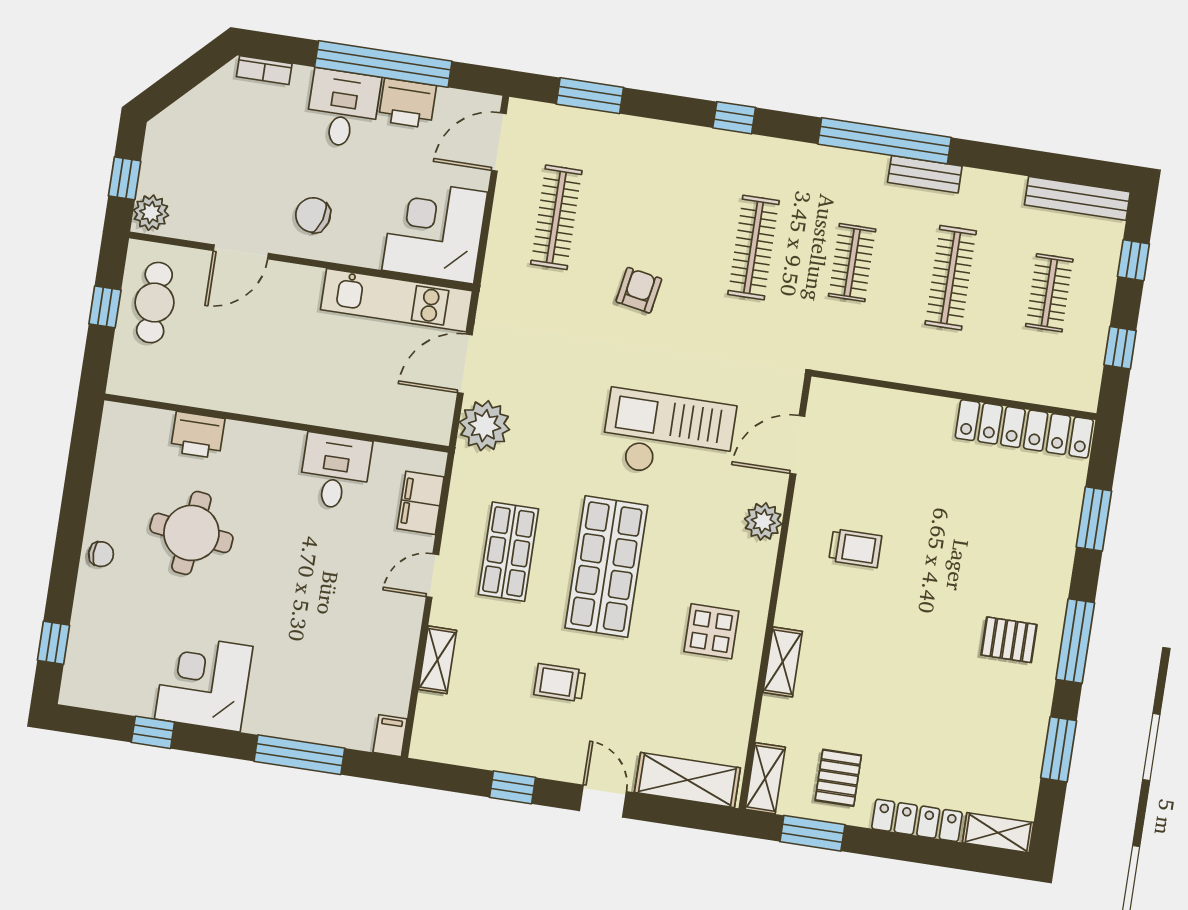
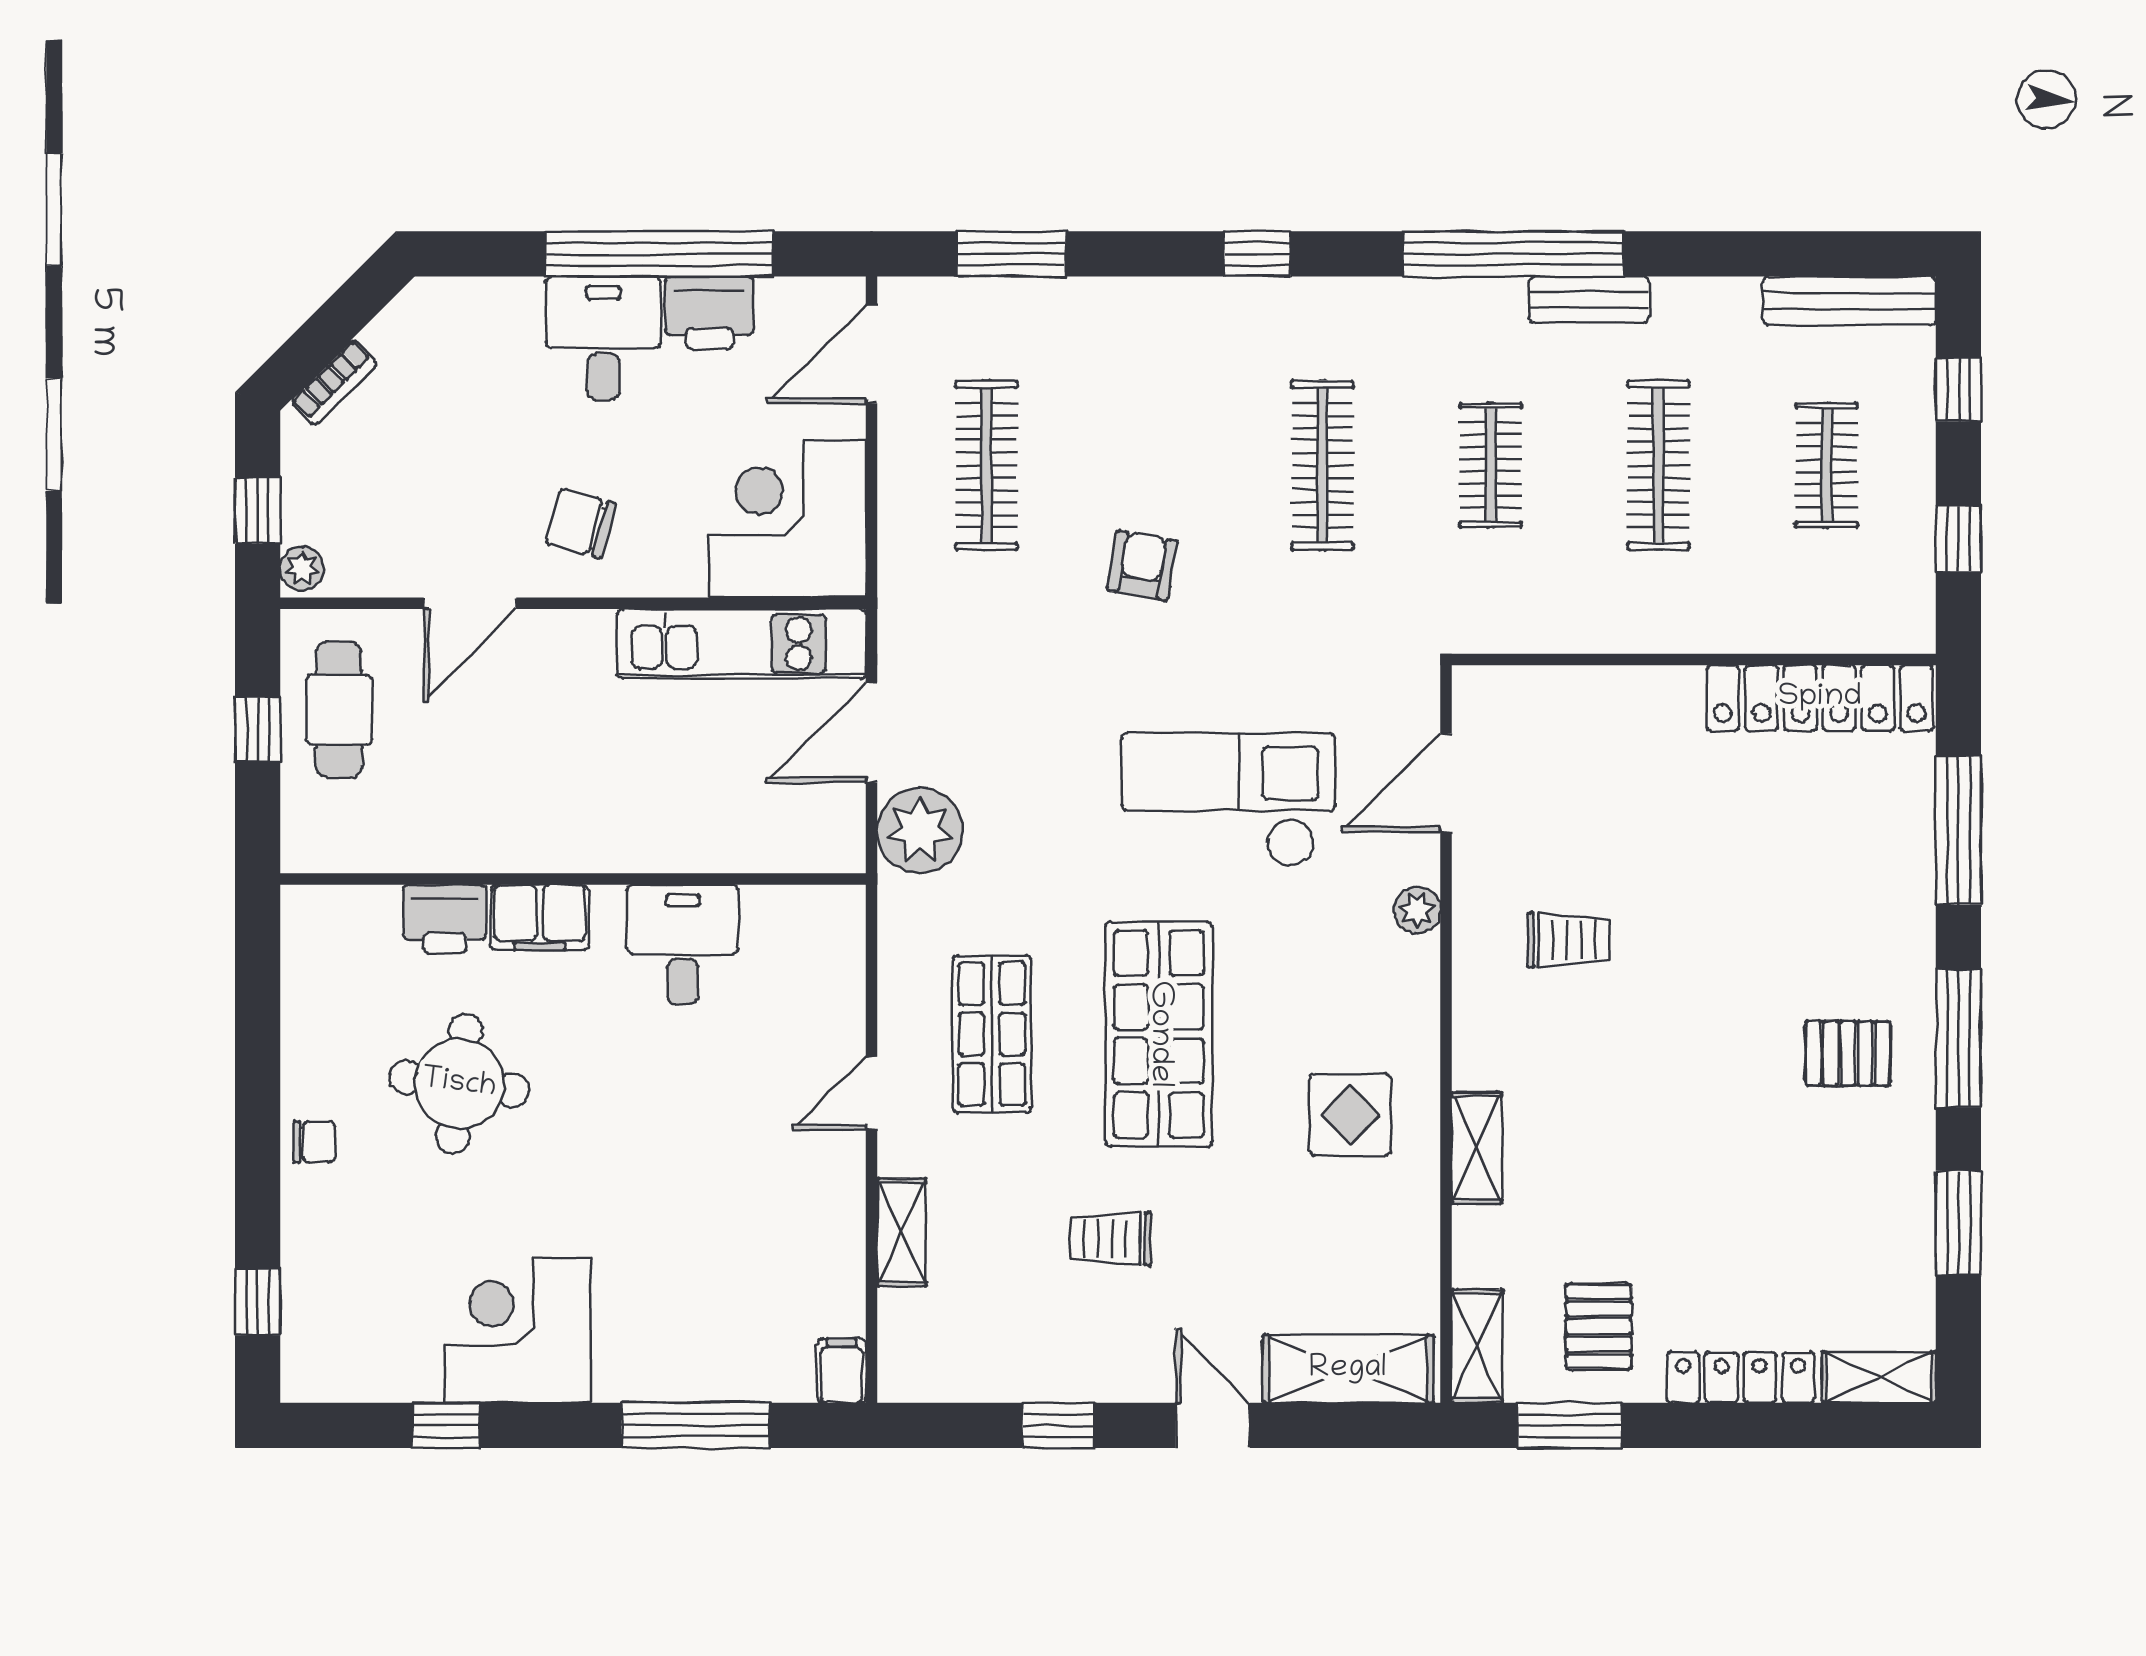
bookcase: (264, 70) -> (334, 382), moved, turned -45
plant: (151, 213) -> (302, 569), width x0.73, depth x0.73
filing cabinet: (421, 503) -> (540, 917), moved, turned -90
window: (1094, 519) -> (1958, 830), width x1.44
plant: (763, 521) -> (1417, 910), width x0.73, depth x0.73

